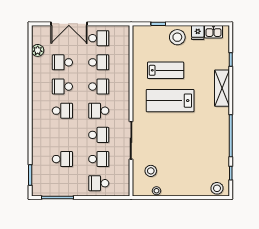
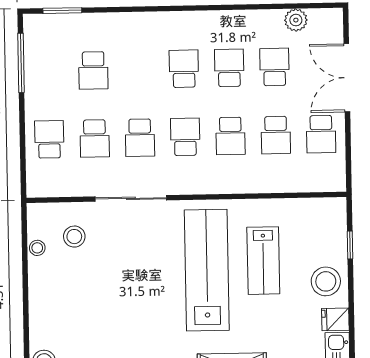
lab bench: (170, 101) -> (207, 270), width x1.36
school desk: (62, 111) -> (184, 69), turned 180

